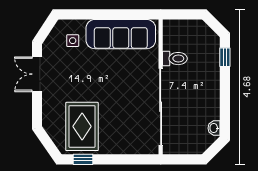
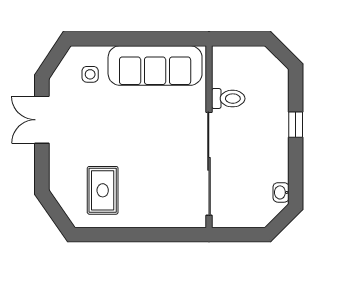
window: (225, 57) -> (296, 125), moved
rug: (82, 126) -> (103, 190), width x0.73, depth x0.70
window: (83, 159) -> (104, 235), removed

